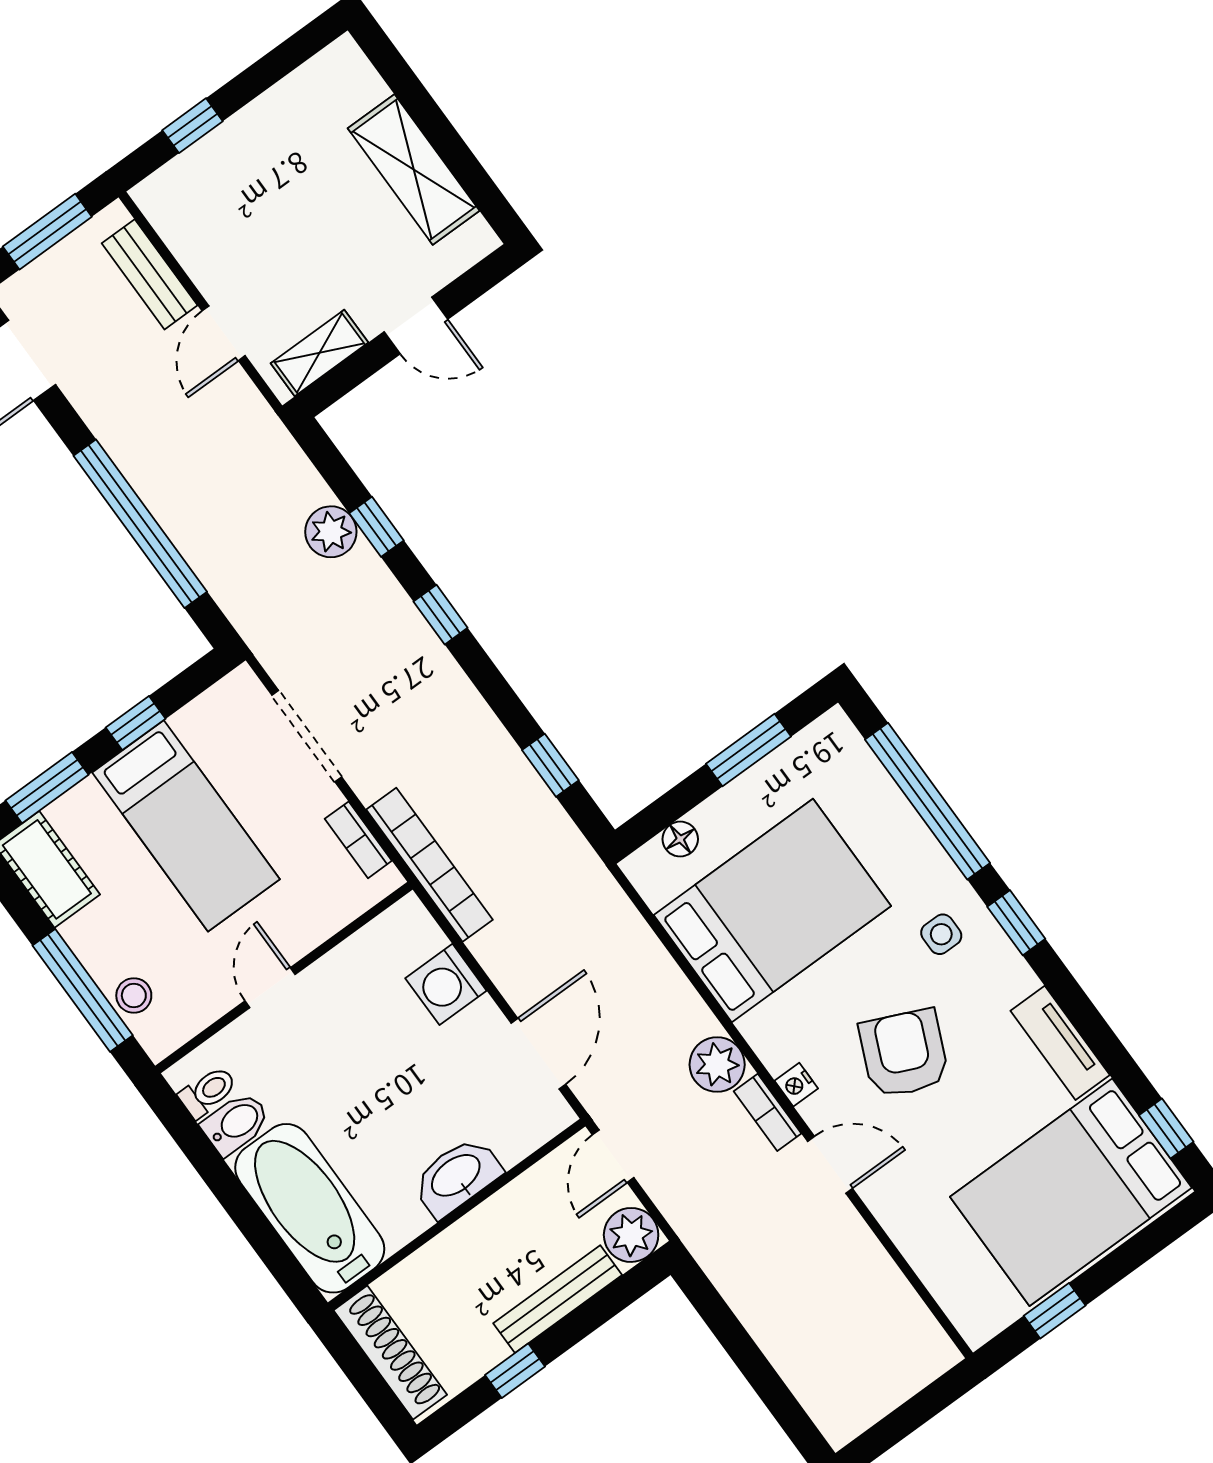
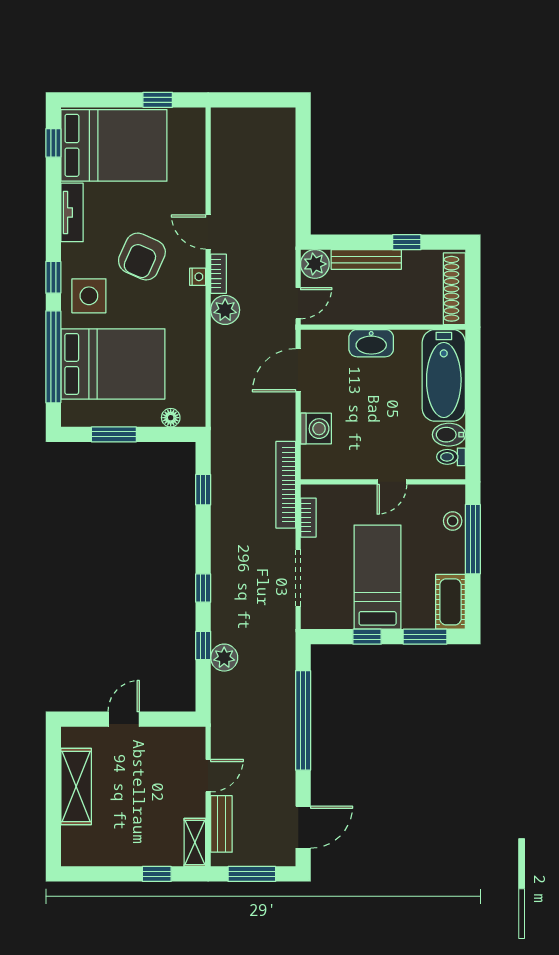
door: (416, 326) -> (124, 719), hinge flipped
shelving: (320, 353) -> (195, 842), moved, turned 90
bed: (772, 911) -> (113, 364), moved, turned 180
side table: (941, 934) -> (89, 296), width x1.87, depth x1.87

